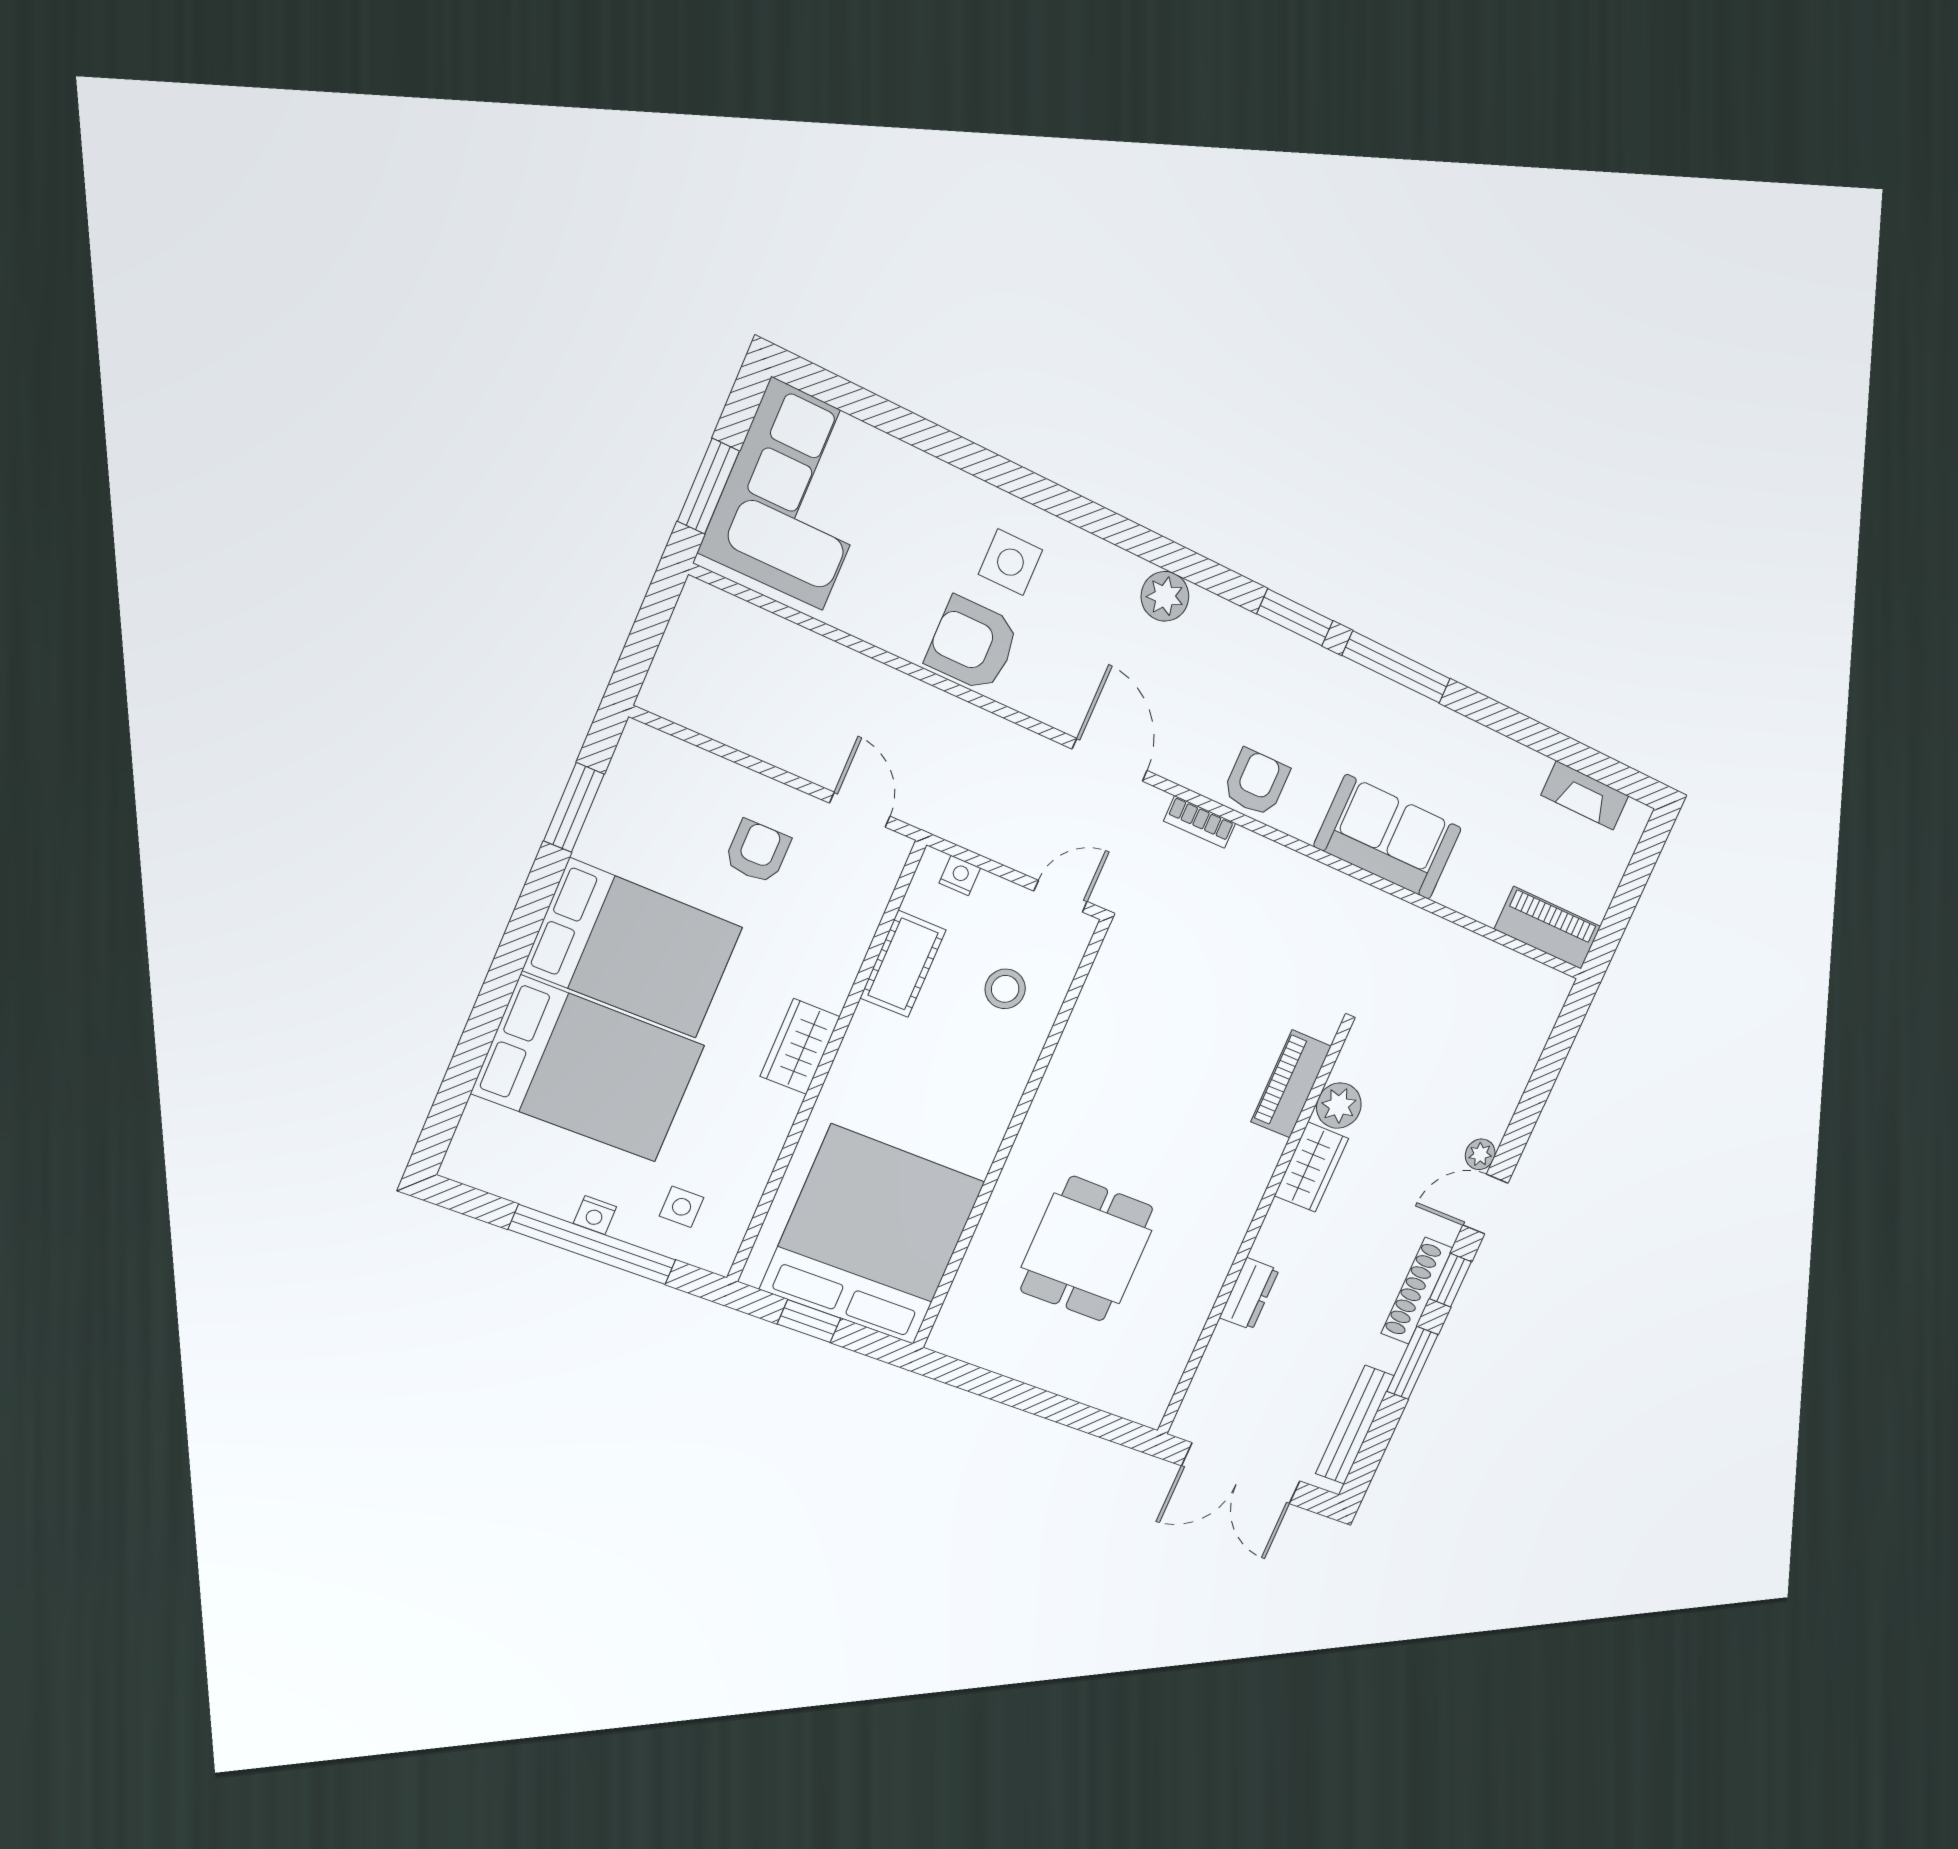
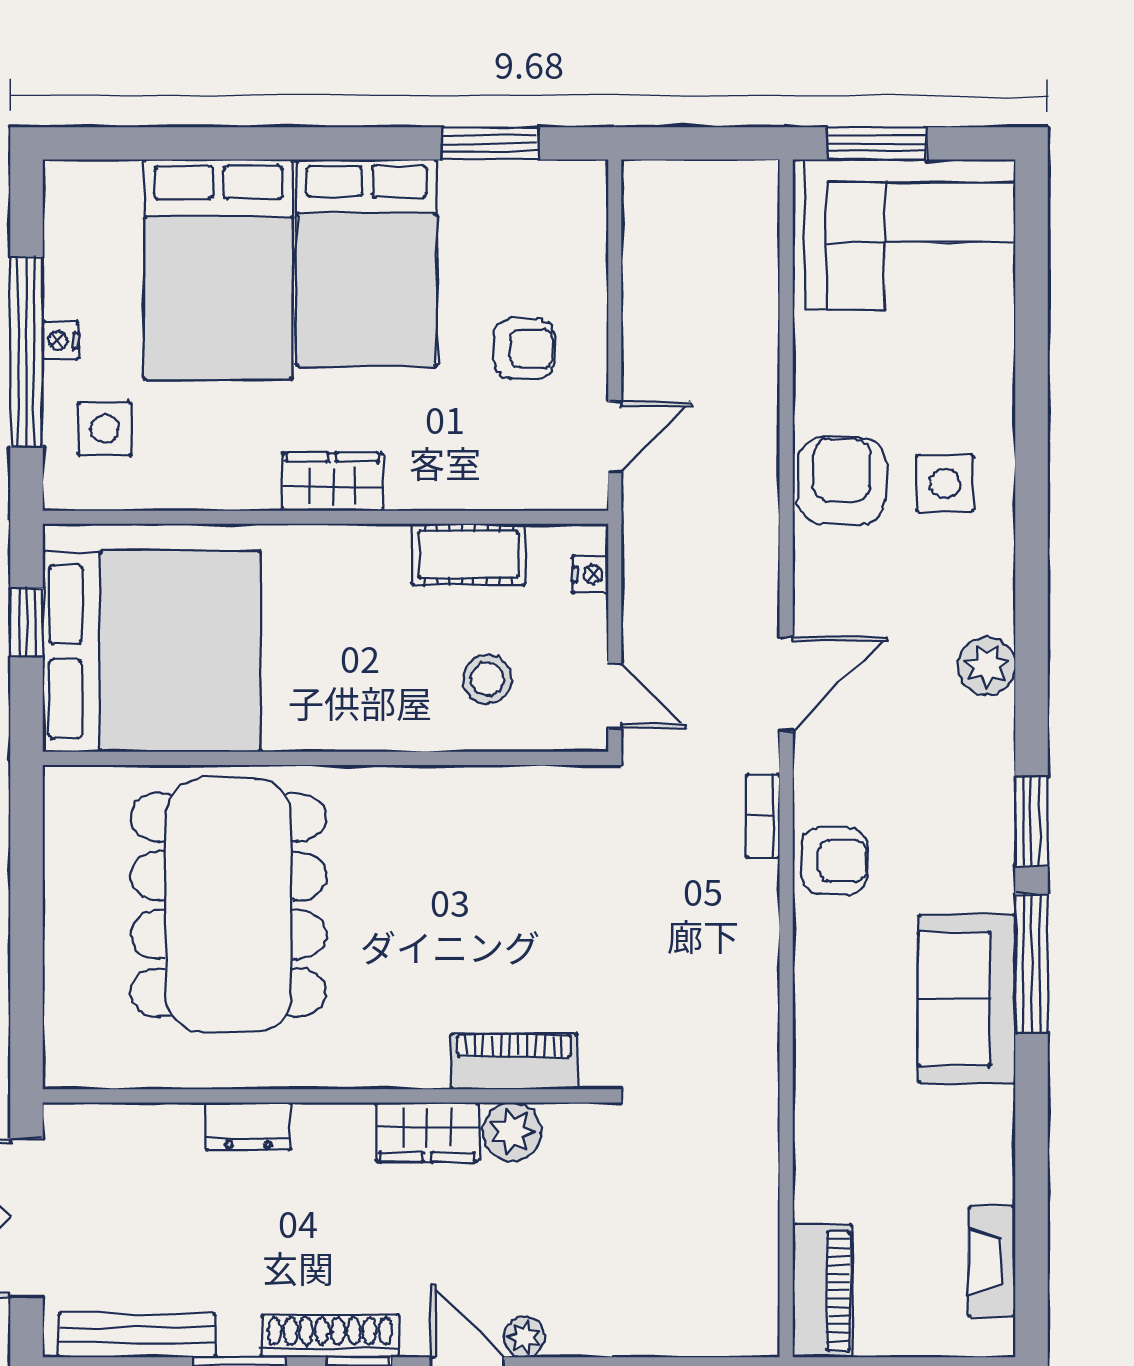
sofa: (1388, 837) -> (967, 999), moved, turned 180
side table: (682, 1207) -> (105, 429), width x1.37, depth x1.37
dining table: (1087, 1249) -> (228, 905), width x1.88, depth x1.24

